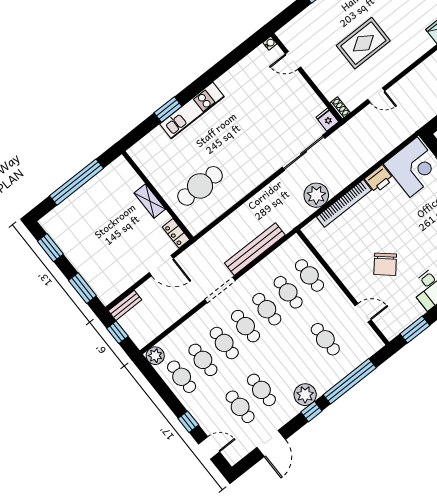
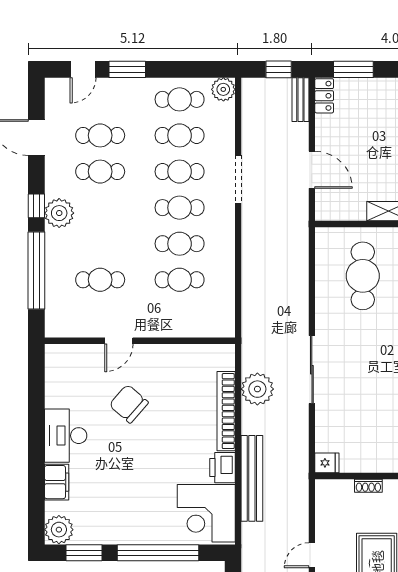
door: (376, 95) -> (312, 555), moved
shoe rack: (340, 108) -> (368, 486), moved
sliding door: (304, 153) -> (312, 370), moved
locker: (176, 233) -> (324, 96), moved, turned 90
bench: (255, 249) -> (252, 478), moved
door: (161, 266) -> (312, 170), swing flipped
cafe table: (309, 275) -> (180, 316), removed
doorway: (220, 290) -> (238, 179), moved
door: (363, 313) -> (119, 341), moved
window: (415, 330) -> (36, 381), removed
window: (188, 422) -> (127, 69), width x1.50

